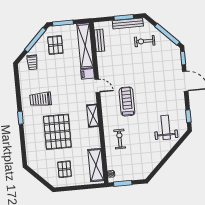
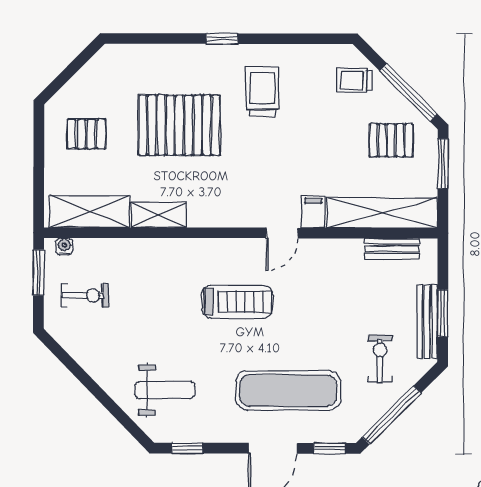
exercise mat: (161, 77) -> (288, 391), added
shelving: (93, 116) -> (159, 215), moved
exercise bike: (120, 139) -> (85, 295), moved

